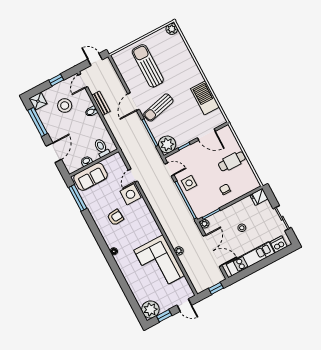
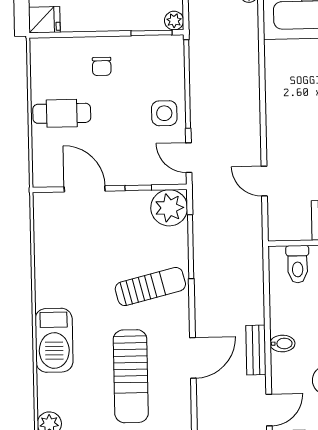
barbecue: (205, 98) -> (54, 340), moved
door: (133, 102) -> (193, 358), moved
door: (133, 176) -> (264, 181), swing flipped
side table: (130, 194) -> (287, 148), removed

